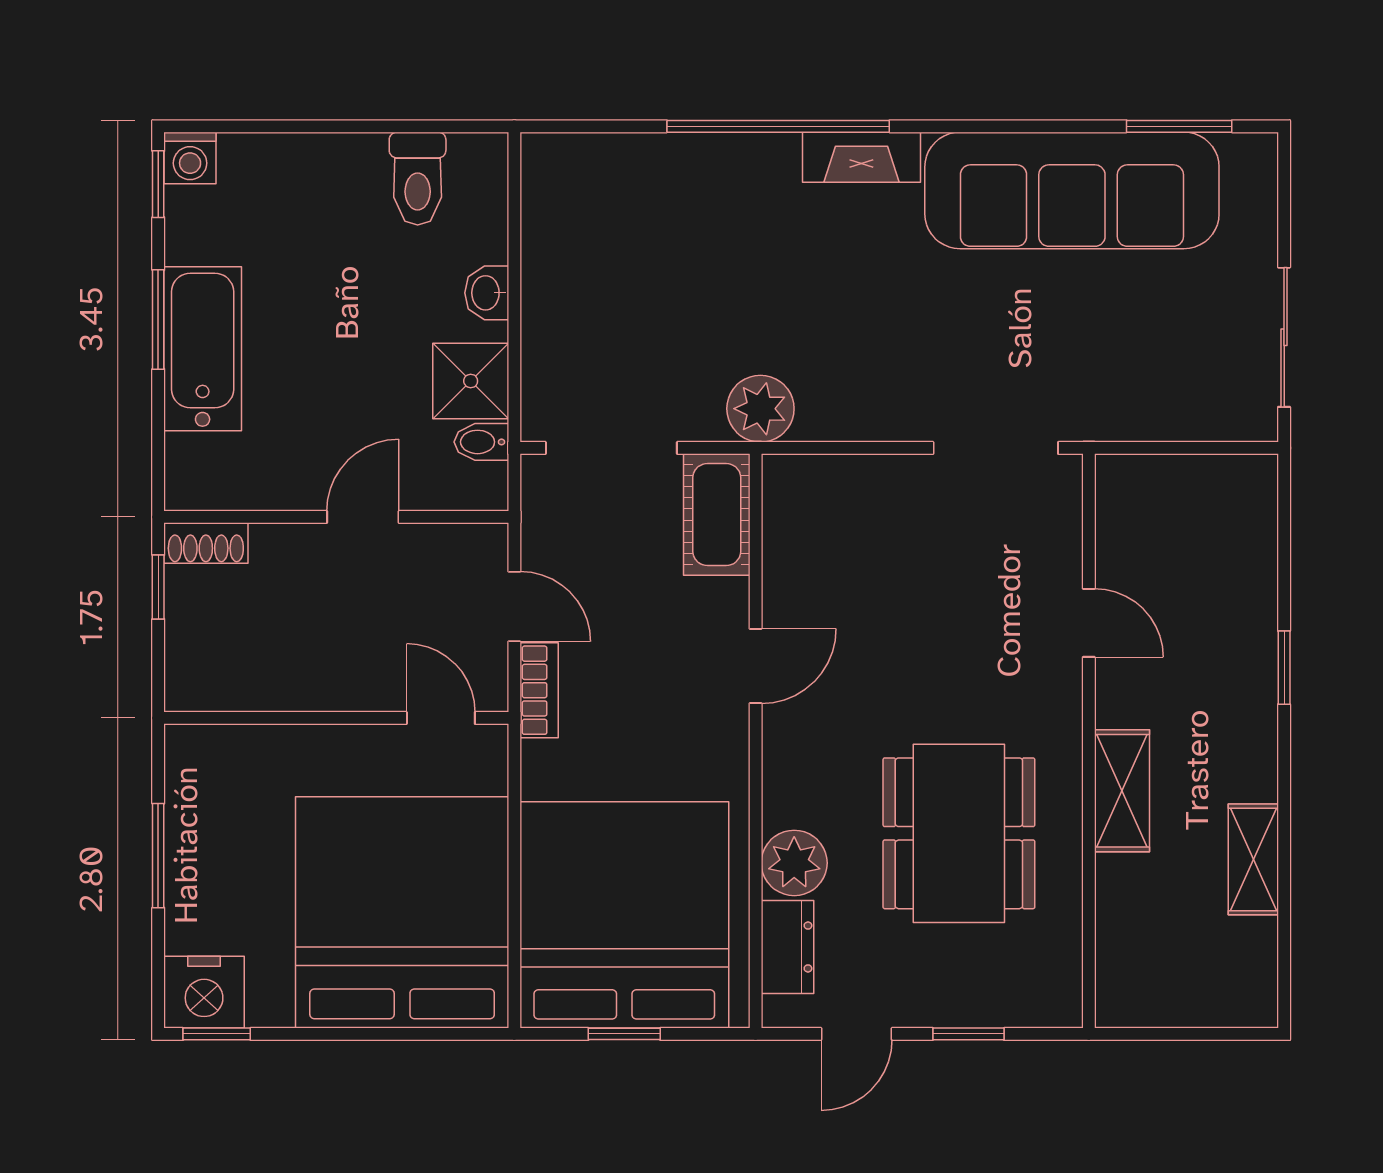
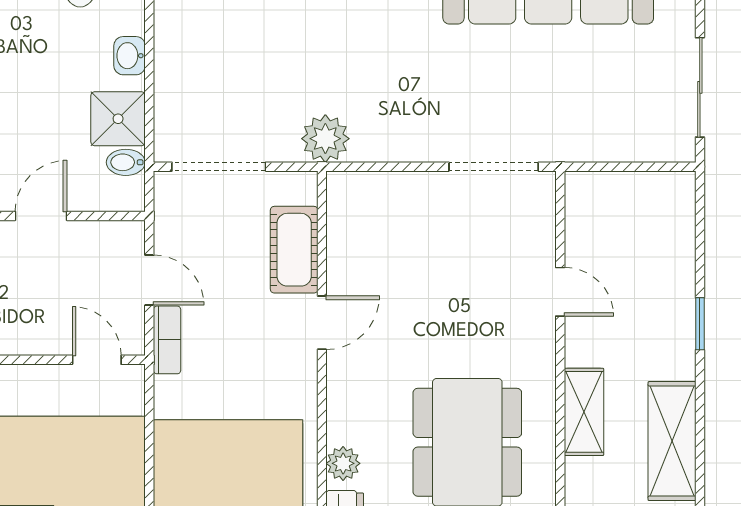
cot: (717, 515) -> (294, 250), moved
shelving: (1253, 859) -> (672, 441), width x1.50, depth x1.33
plant: (794, 863) -> (343, 463), width x0.73, depth x0.73

